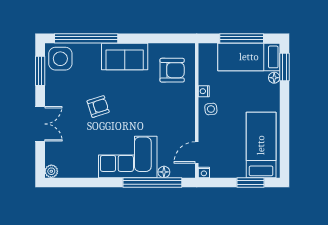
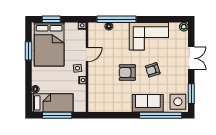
sofa: (125, 56) -> (148, 103), moved
window: (284, 67) -> (29, 51), moved
armchair: (172, 70) -> (127, 73), moved
double door: (40, 124) -> (191, 58), swing flipped
bed: (261, 145) -> (49, 44), width x1.50
door: (197, 152) -> (87, 54), moved
corner sofa: (128, 157) -> (149, 36), moved

